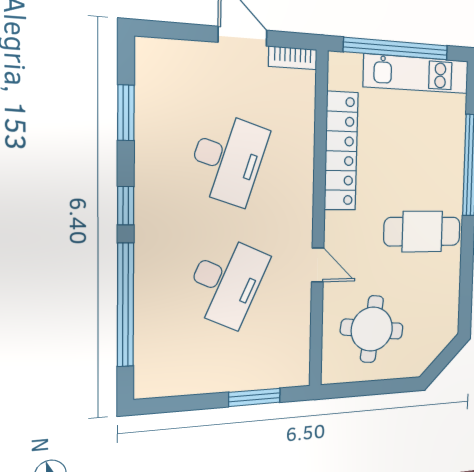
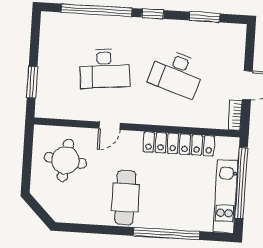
desk: (226, 282) -> (104, 68), turned -30

